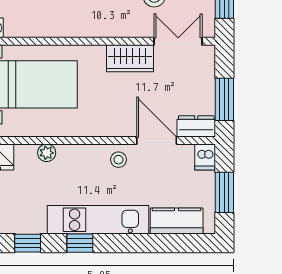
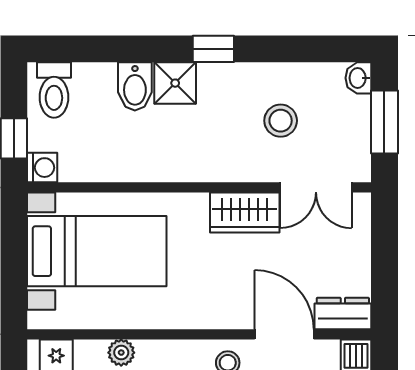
double door: (178, 41) -> (316, 187), swing flipped
window: (224, 99) -> (384, 273), removed

